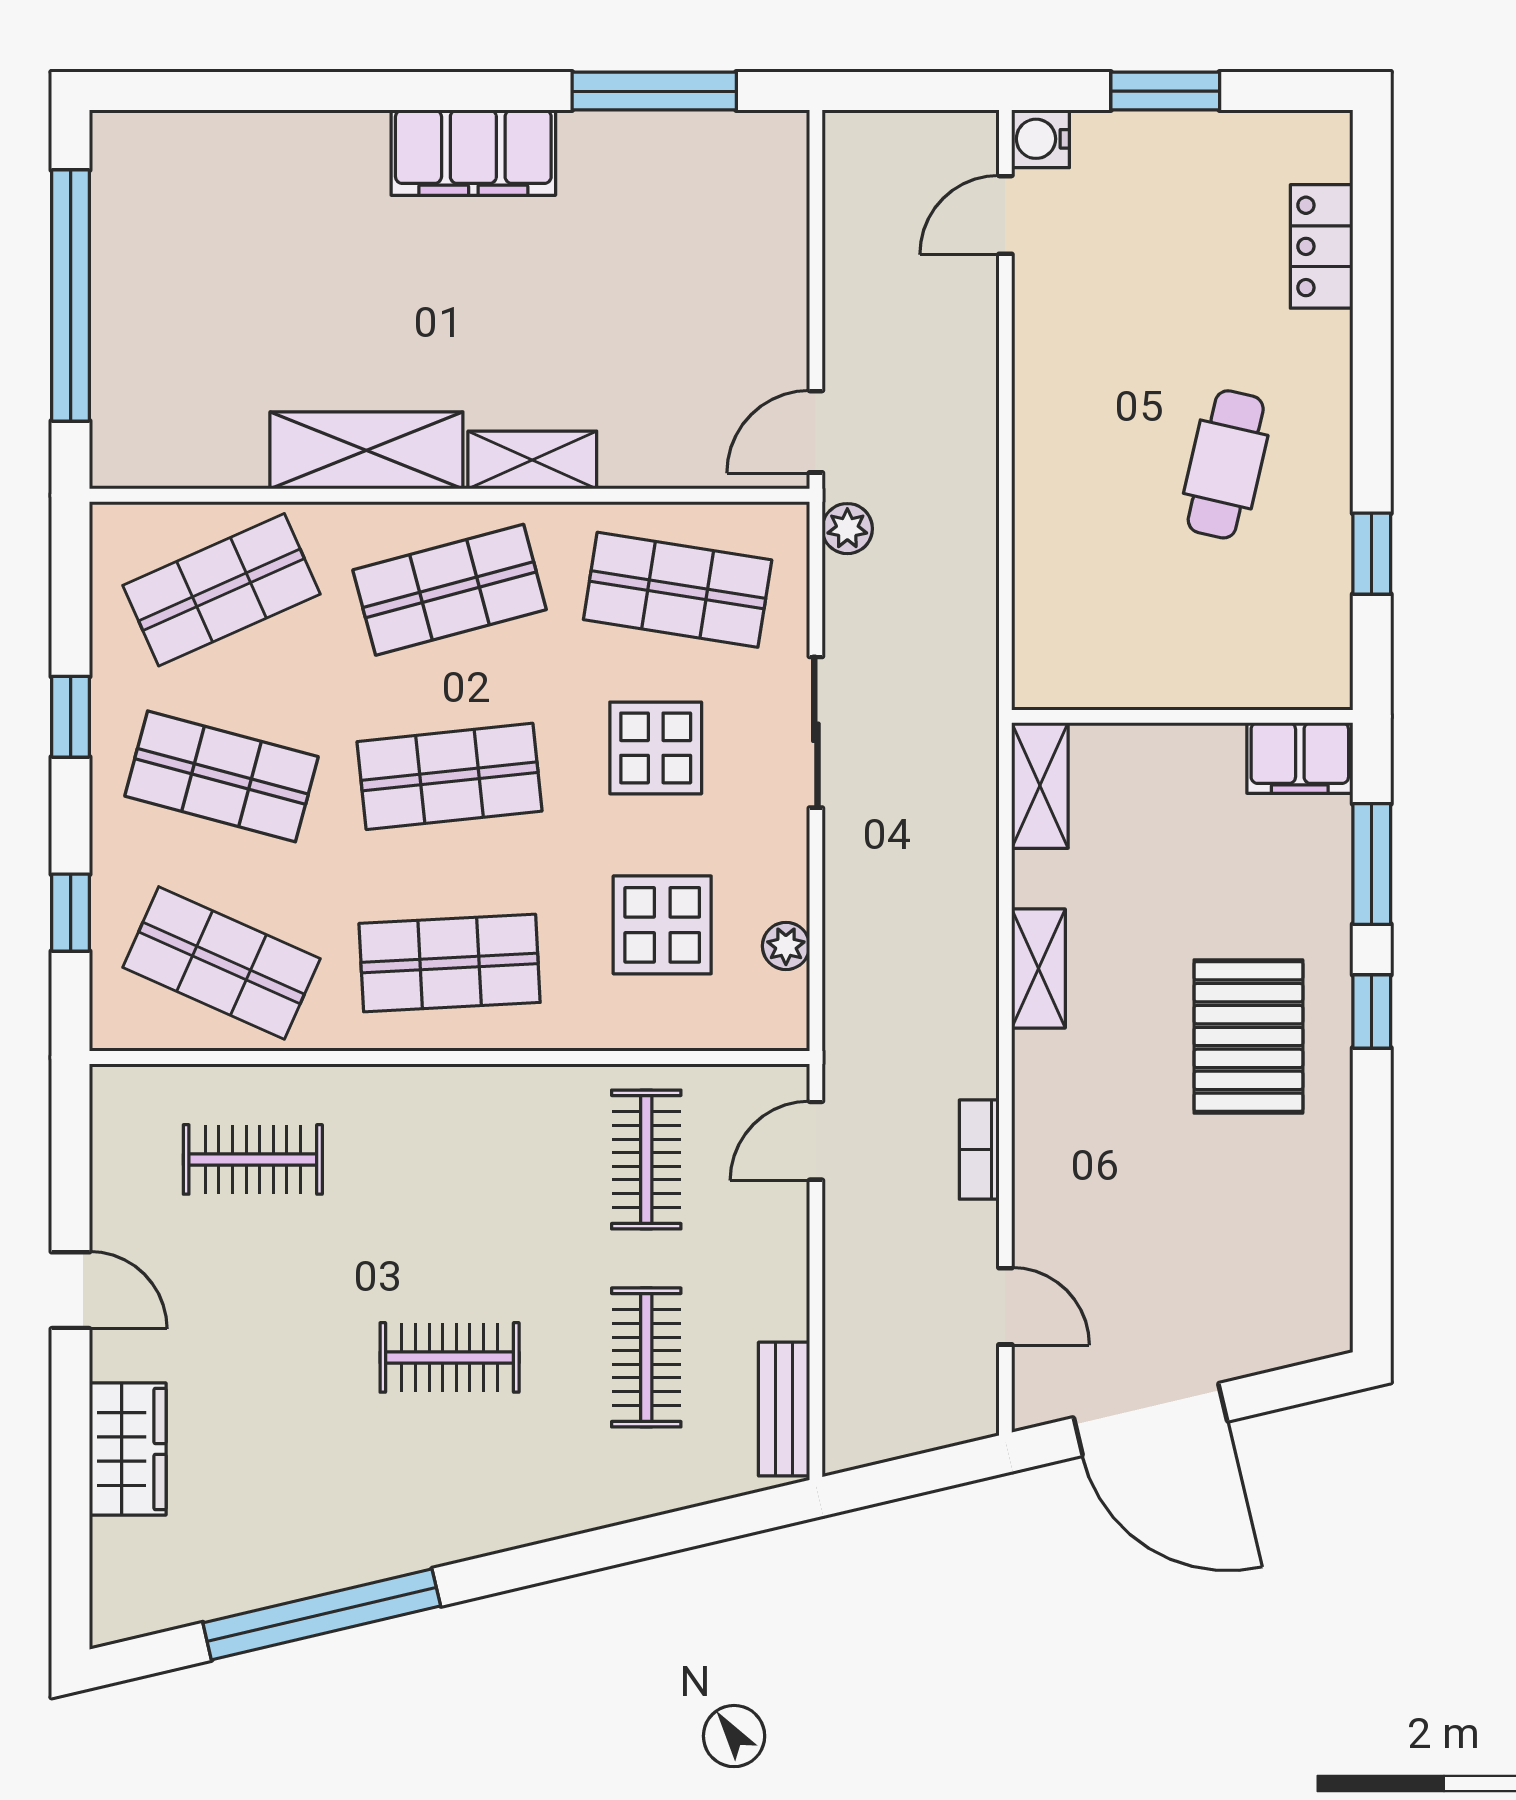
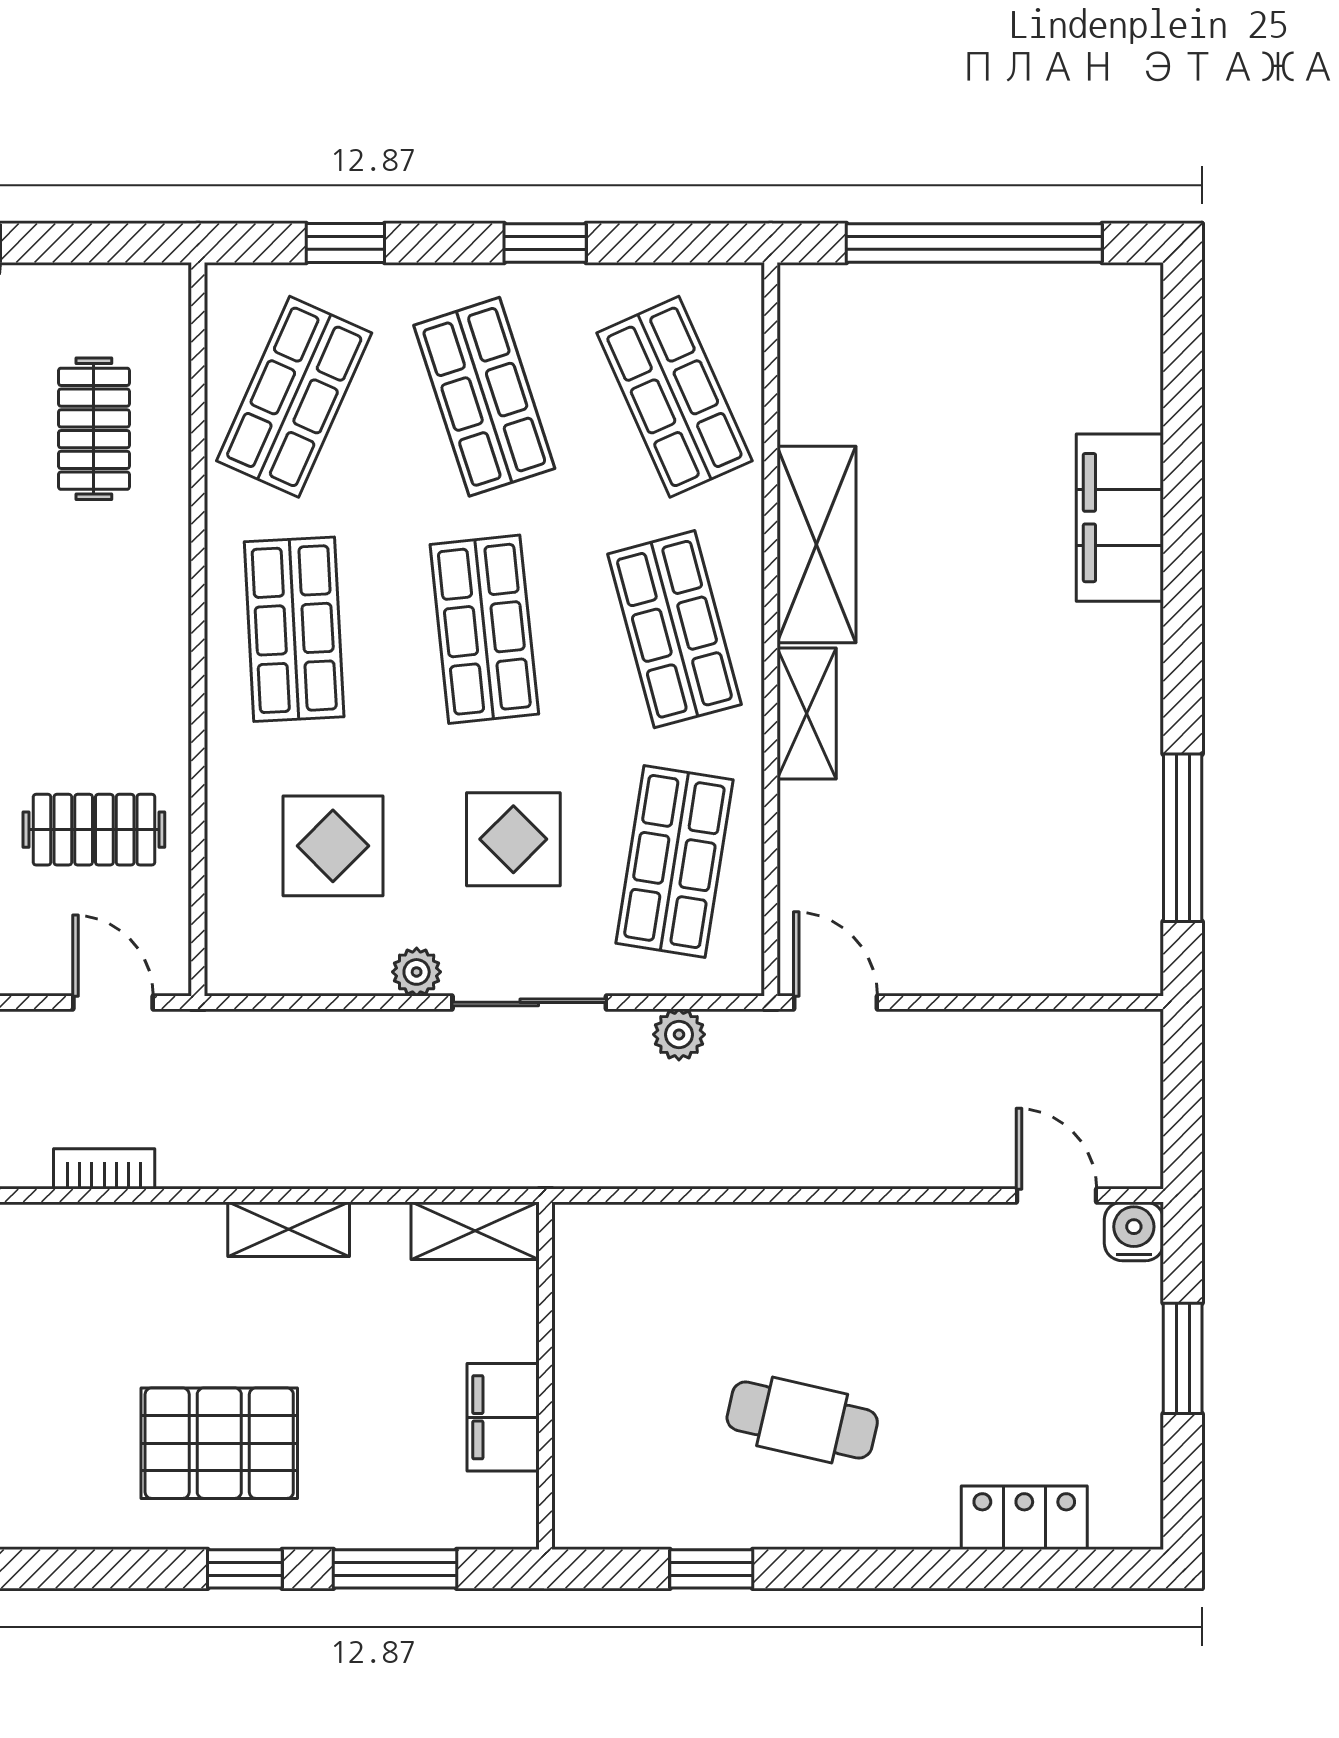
filing cabinet: (473, 153) -> (1120, 518), moved
plant: (847, 529) -> (679, 1034), moved
filing cabinet: (1300, 758) -> (503, 1417), moved
shop shelf: (222, 776) -> (484, 397), turned -33
plant: (786, 946) -> (417, 972), moved

